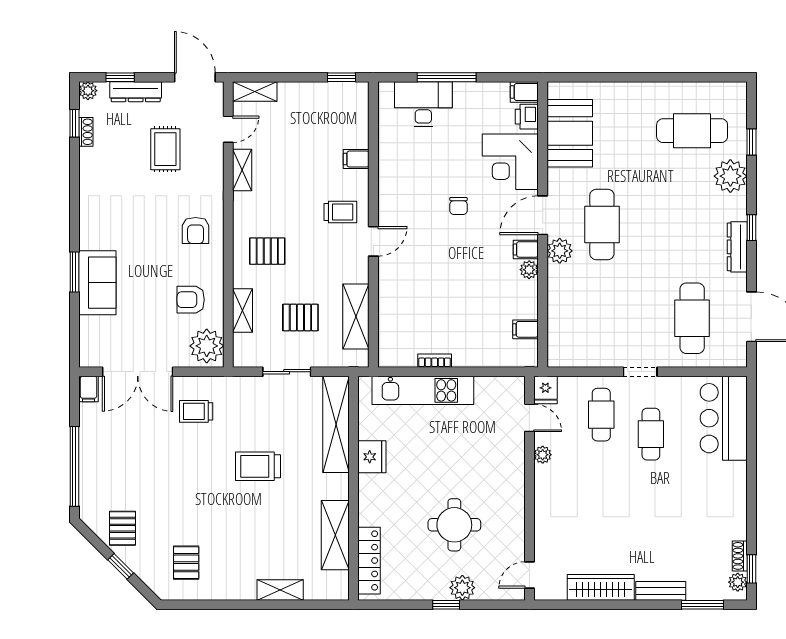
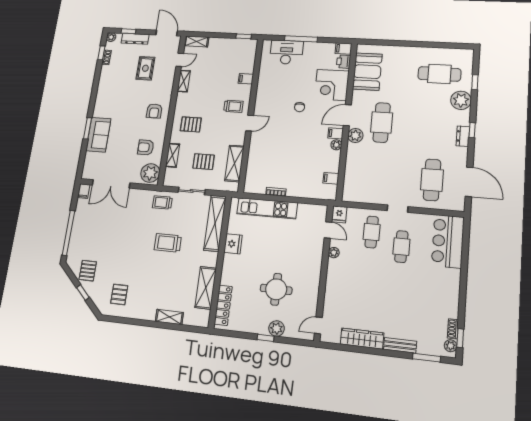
dresser: (737, 247) -> (463, 136), width x0.70
trolley: (196, 411) -> (162, 202), moved

